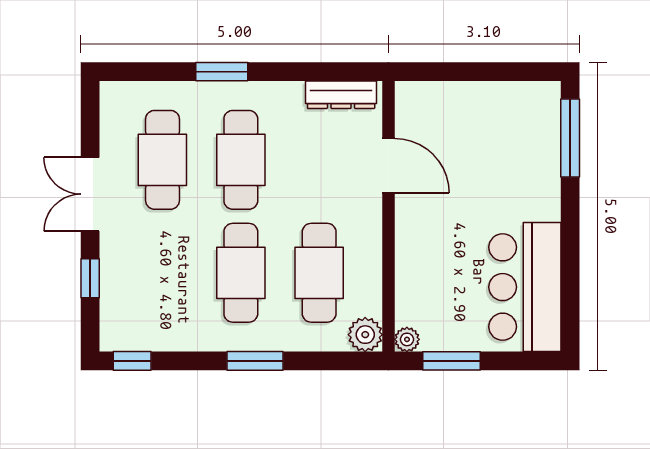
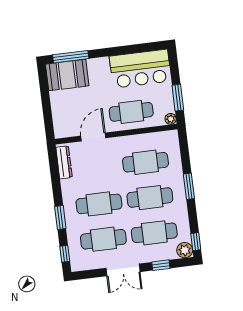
window: (141, 72) -> (65, 254), added
booth: (531, 125) -> (67, 75), added
cafe table: (433, 255) -> (131, 112), added
cafe table: (162, 273) -> (154, 233), added
plant: (365, 335) -> (185, 250), moved

